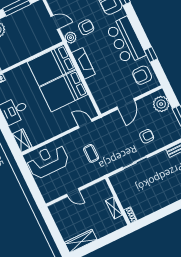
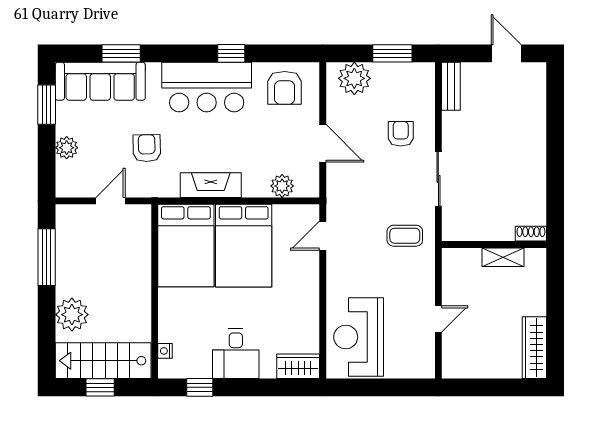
plant: (70, 38) -> (282, 186), moved
window: (151, 54) -> (231, 53), moved
coffee table: (91, 153) -> (405, 236), moved

